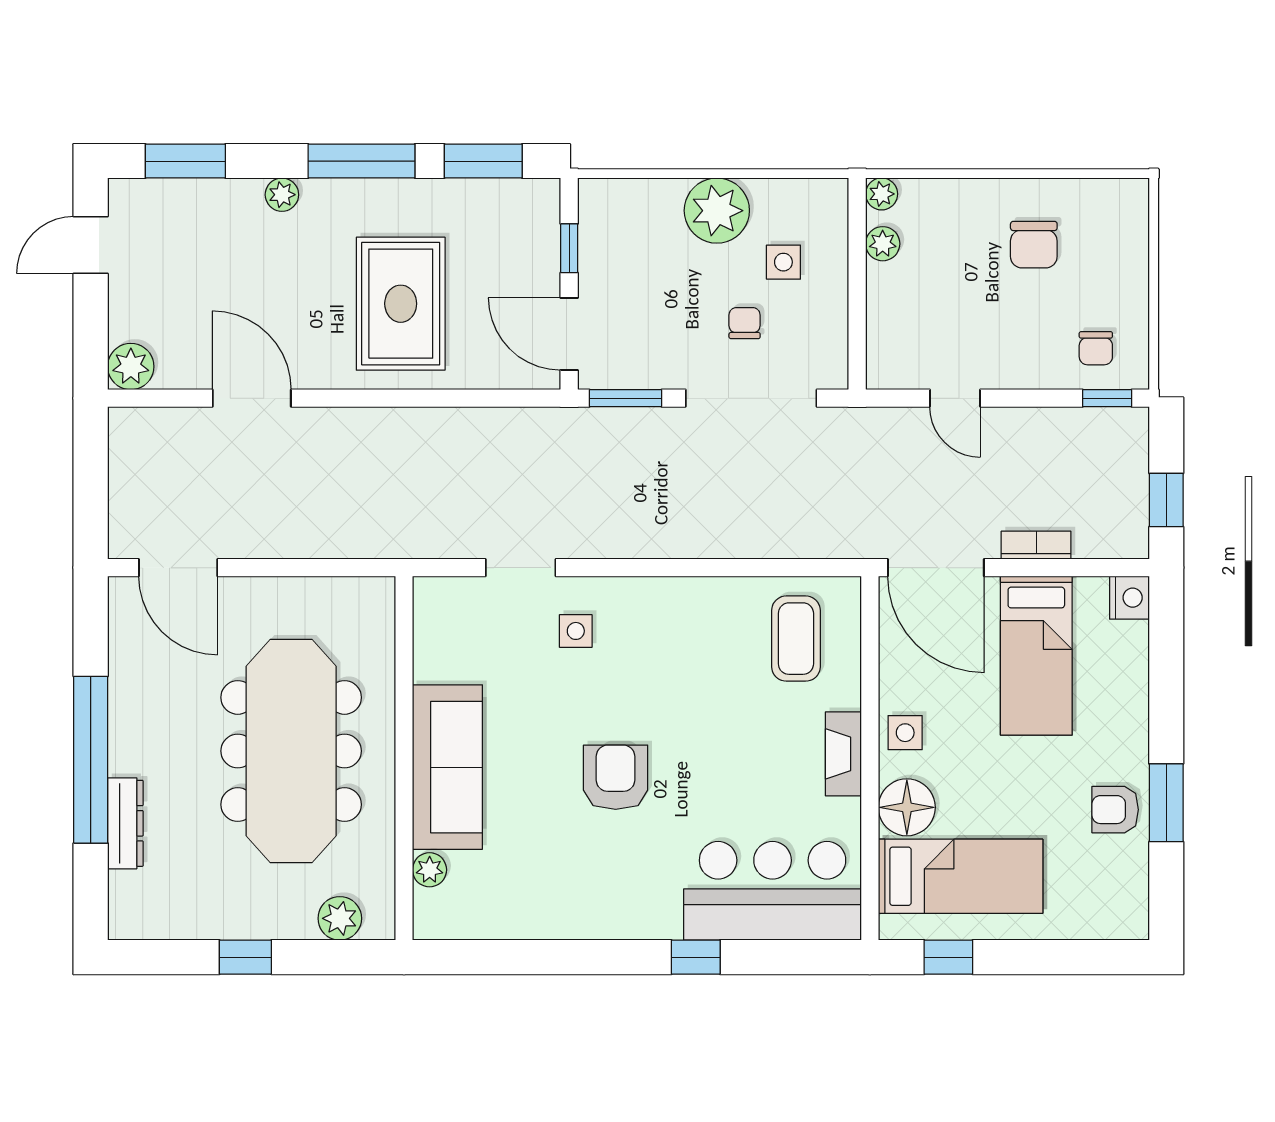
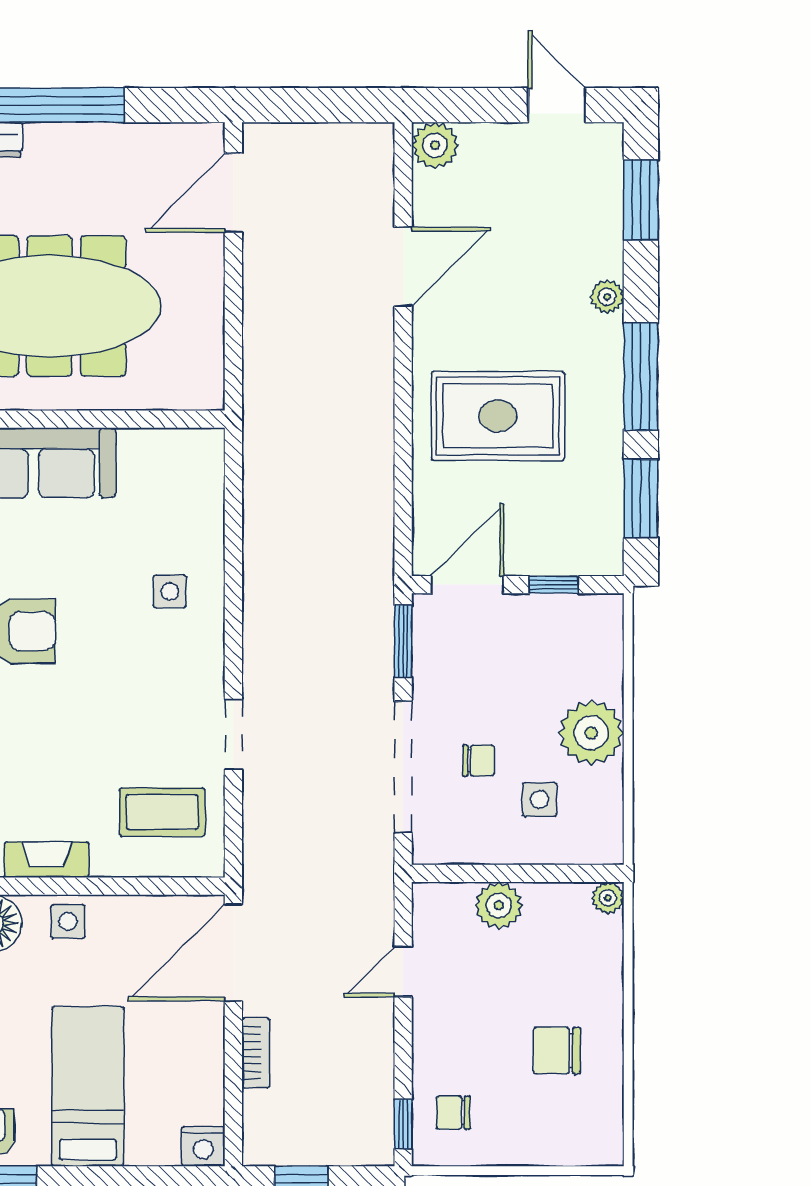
plant: (883, 244) -> (499, 905), moved, width x1.38, depth x1.38
doorway: (521, 568) -> (233, 735), moved
bed: (1036, 656) -> (88, 1086), moved, turned 90

